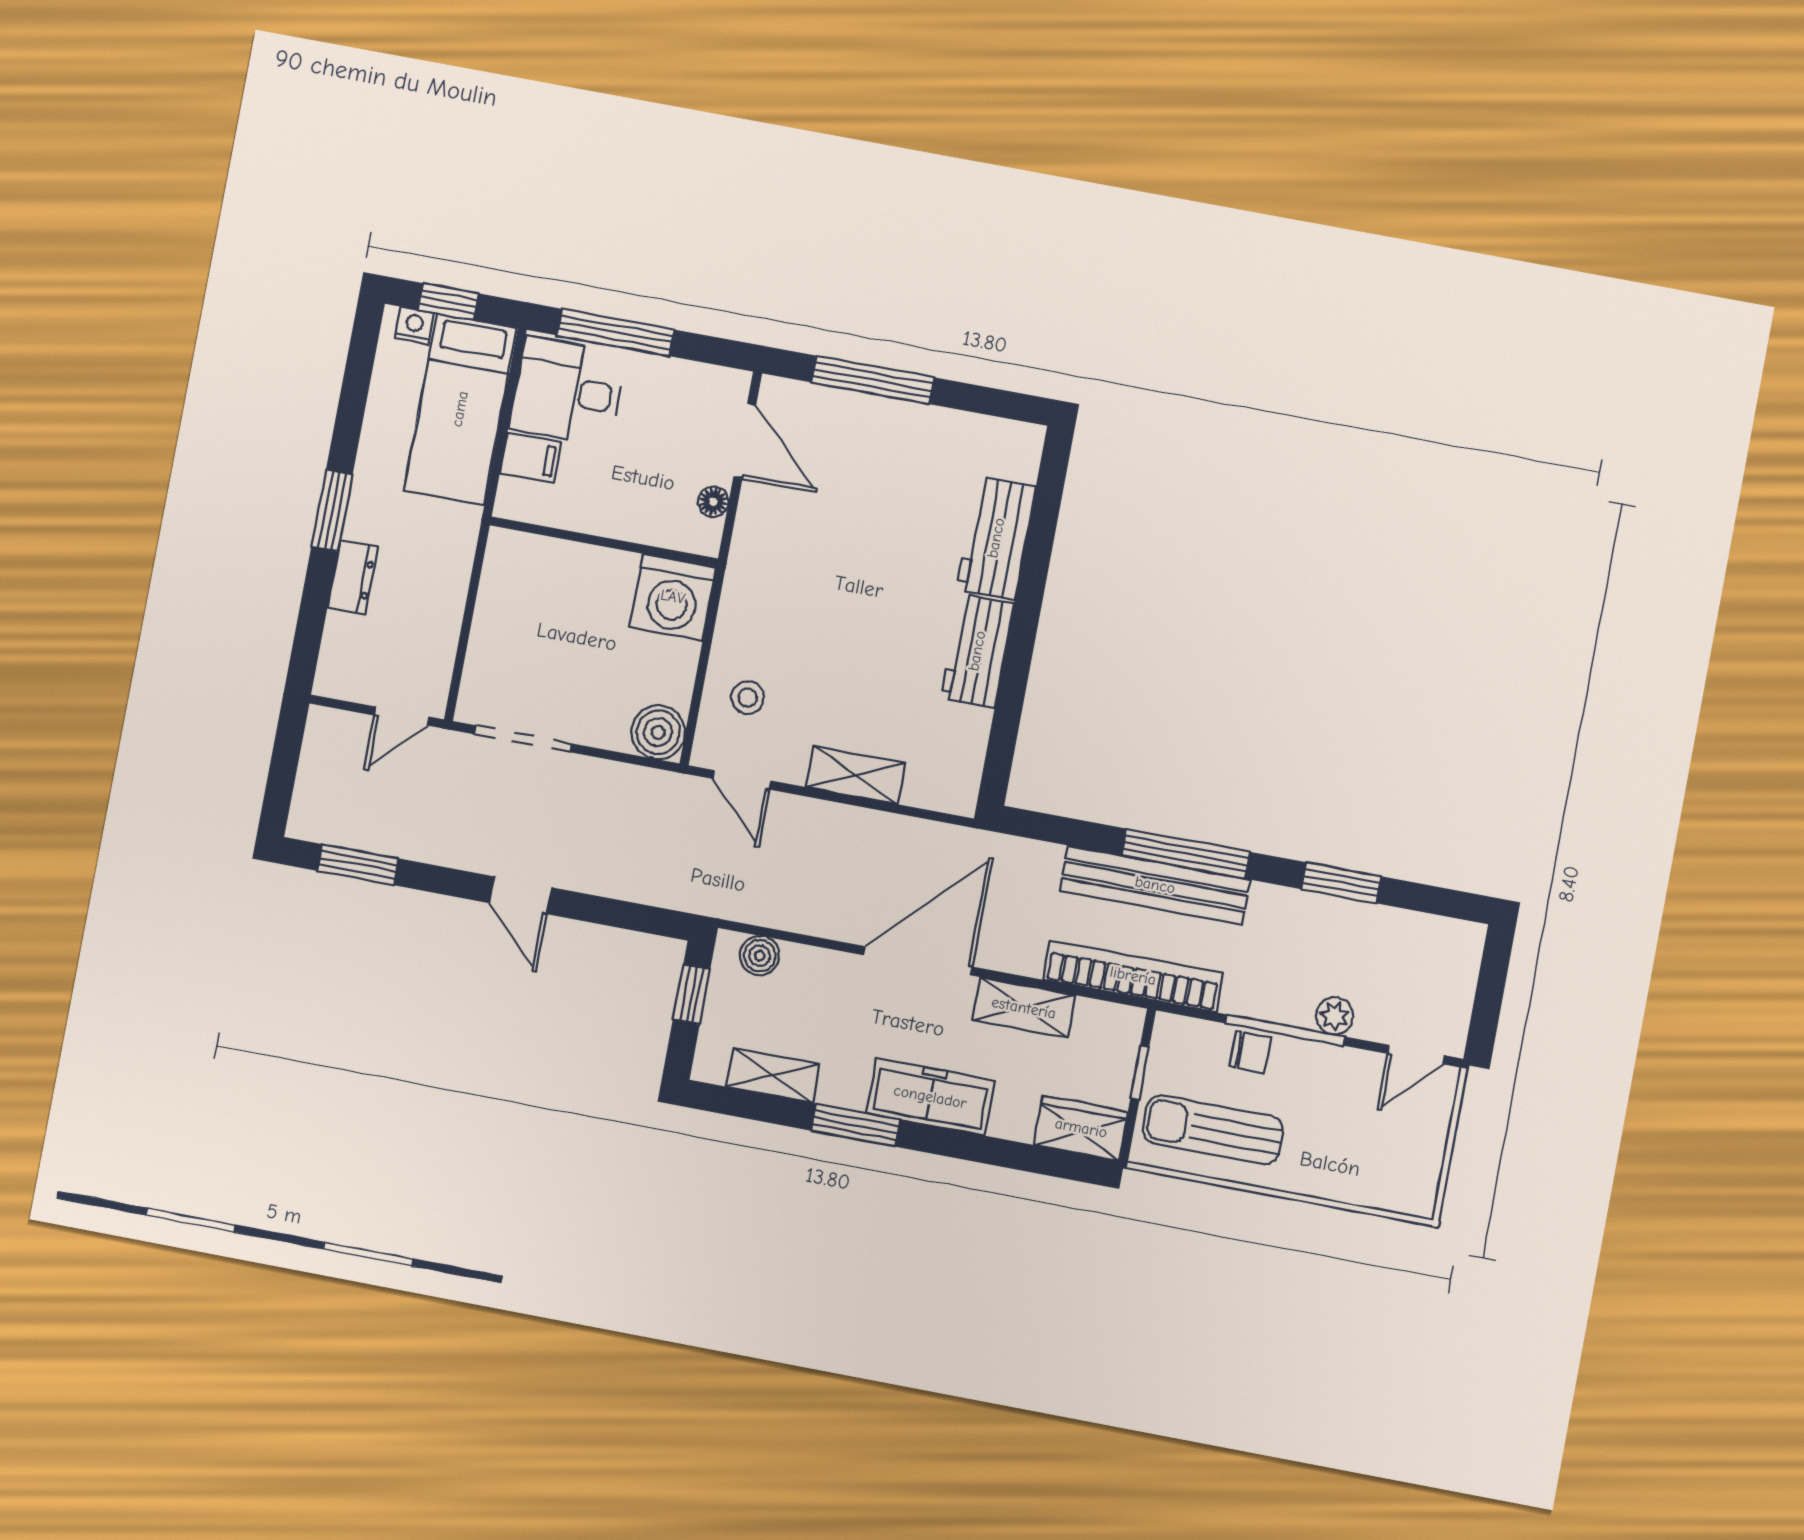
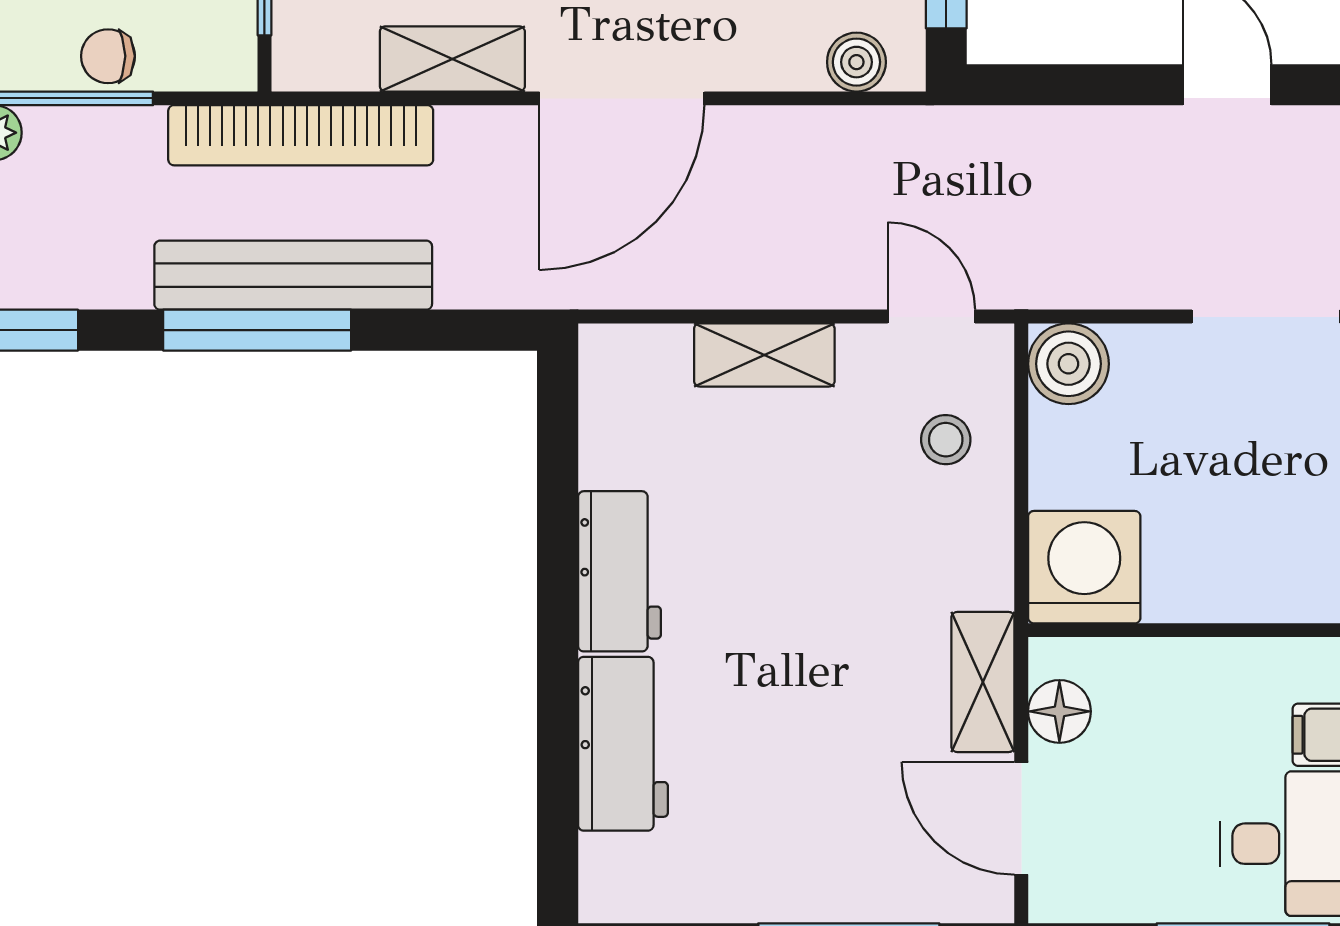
floor lamp: (713, 502) -> (1059, 711), width x1.37, depth x1.37
shelving: (753, 535) -> (983, 682), added

